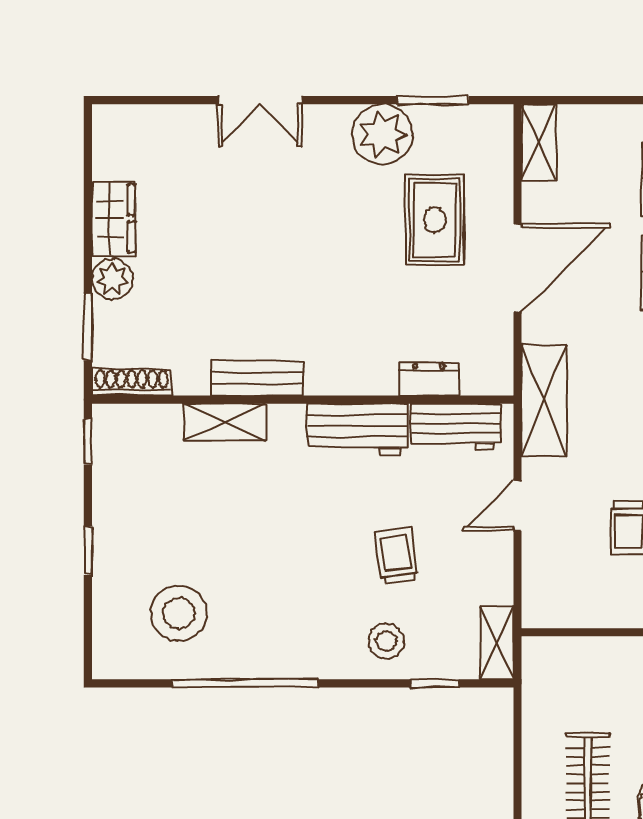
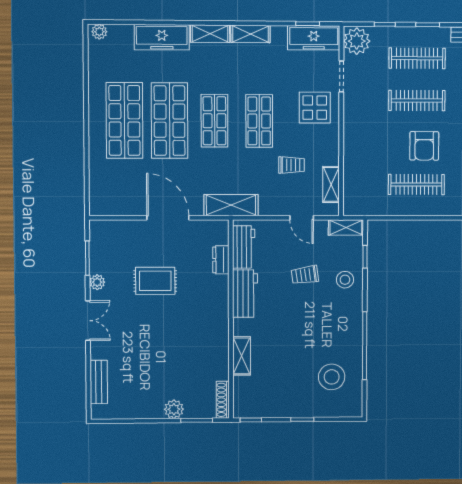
double door: (260, 100) -> (88, 321), moved
plant: (382, 134) -> (97, 282), width x0.53, depth x0.53
shelving: (539, 142) -> (331, 184), moved, turned 90
wardrobe: (113, 218) -> (145, 409), removed
rug: (435, 220) -> (155, 281), moved
bench: (257, 378) -> (99, 382), moved
door: (517, 506) -> (302, 218), moved

